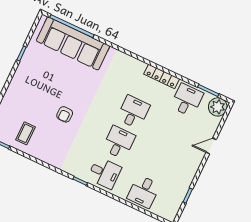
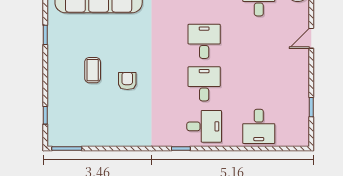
armchair: (65, 114) -> (127, 81), turned 180
coffee table: (25, 133) -> (93, 70), moved

